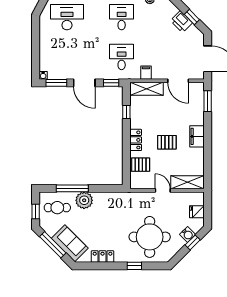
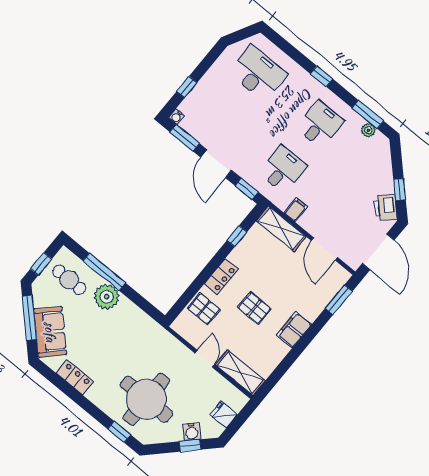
printer: (181, 22) -> (386, 208), moved
window: (36, 55) -> (187, 87), added
window: (134, 266) -> (119, 432), moved

